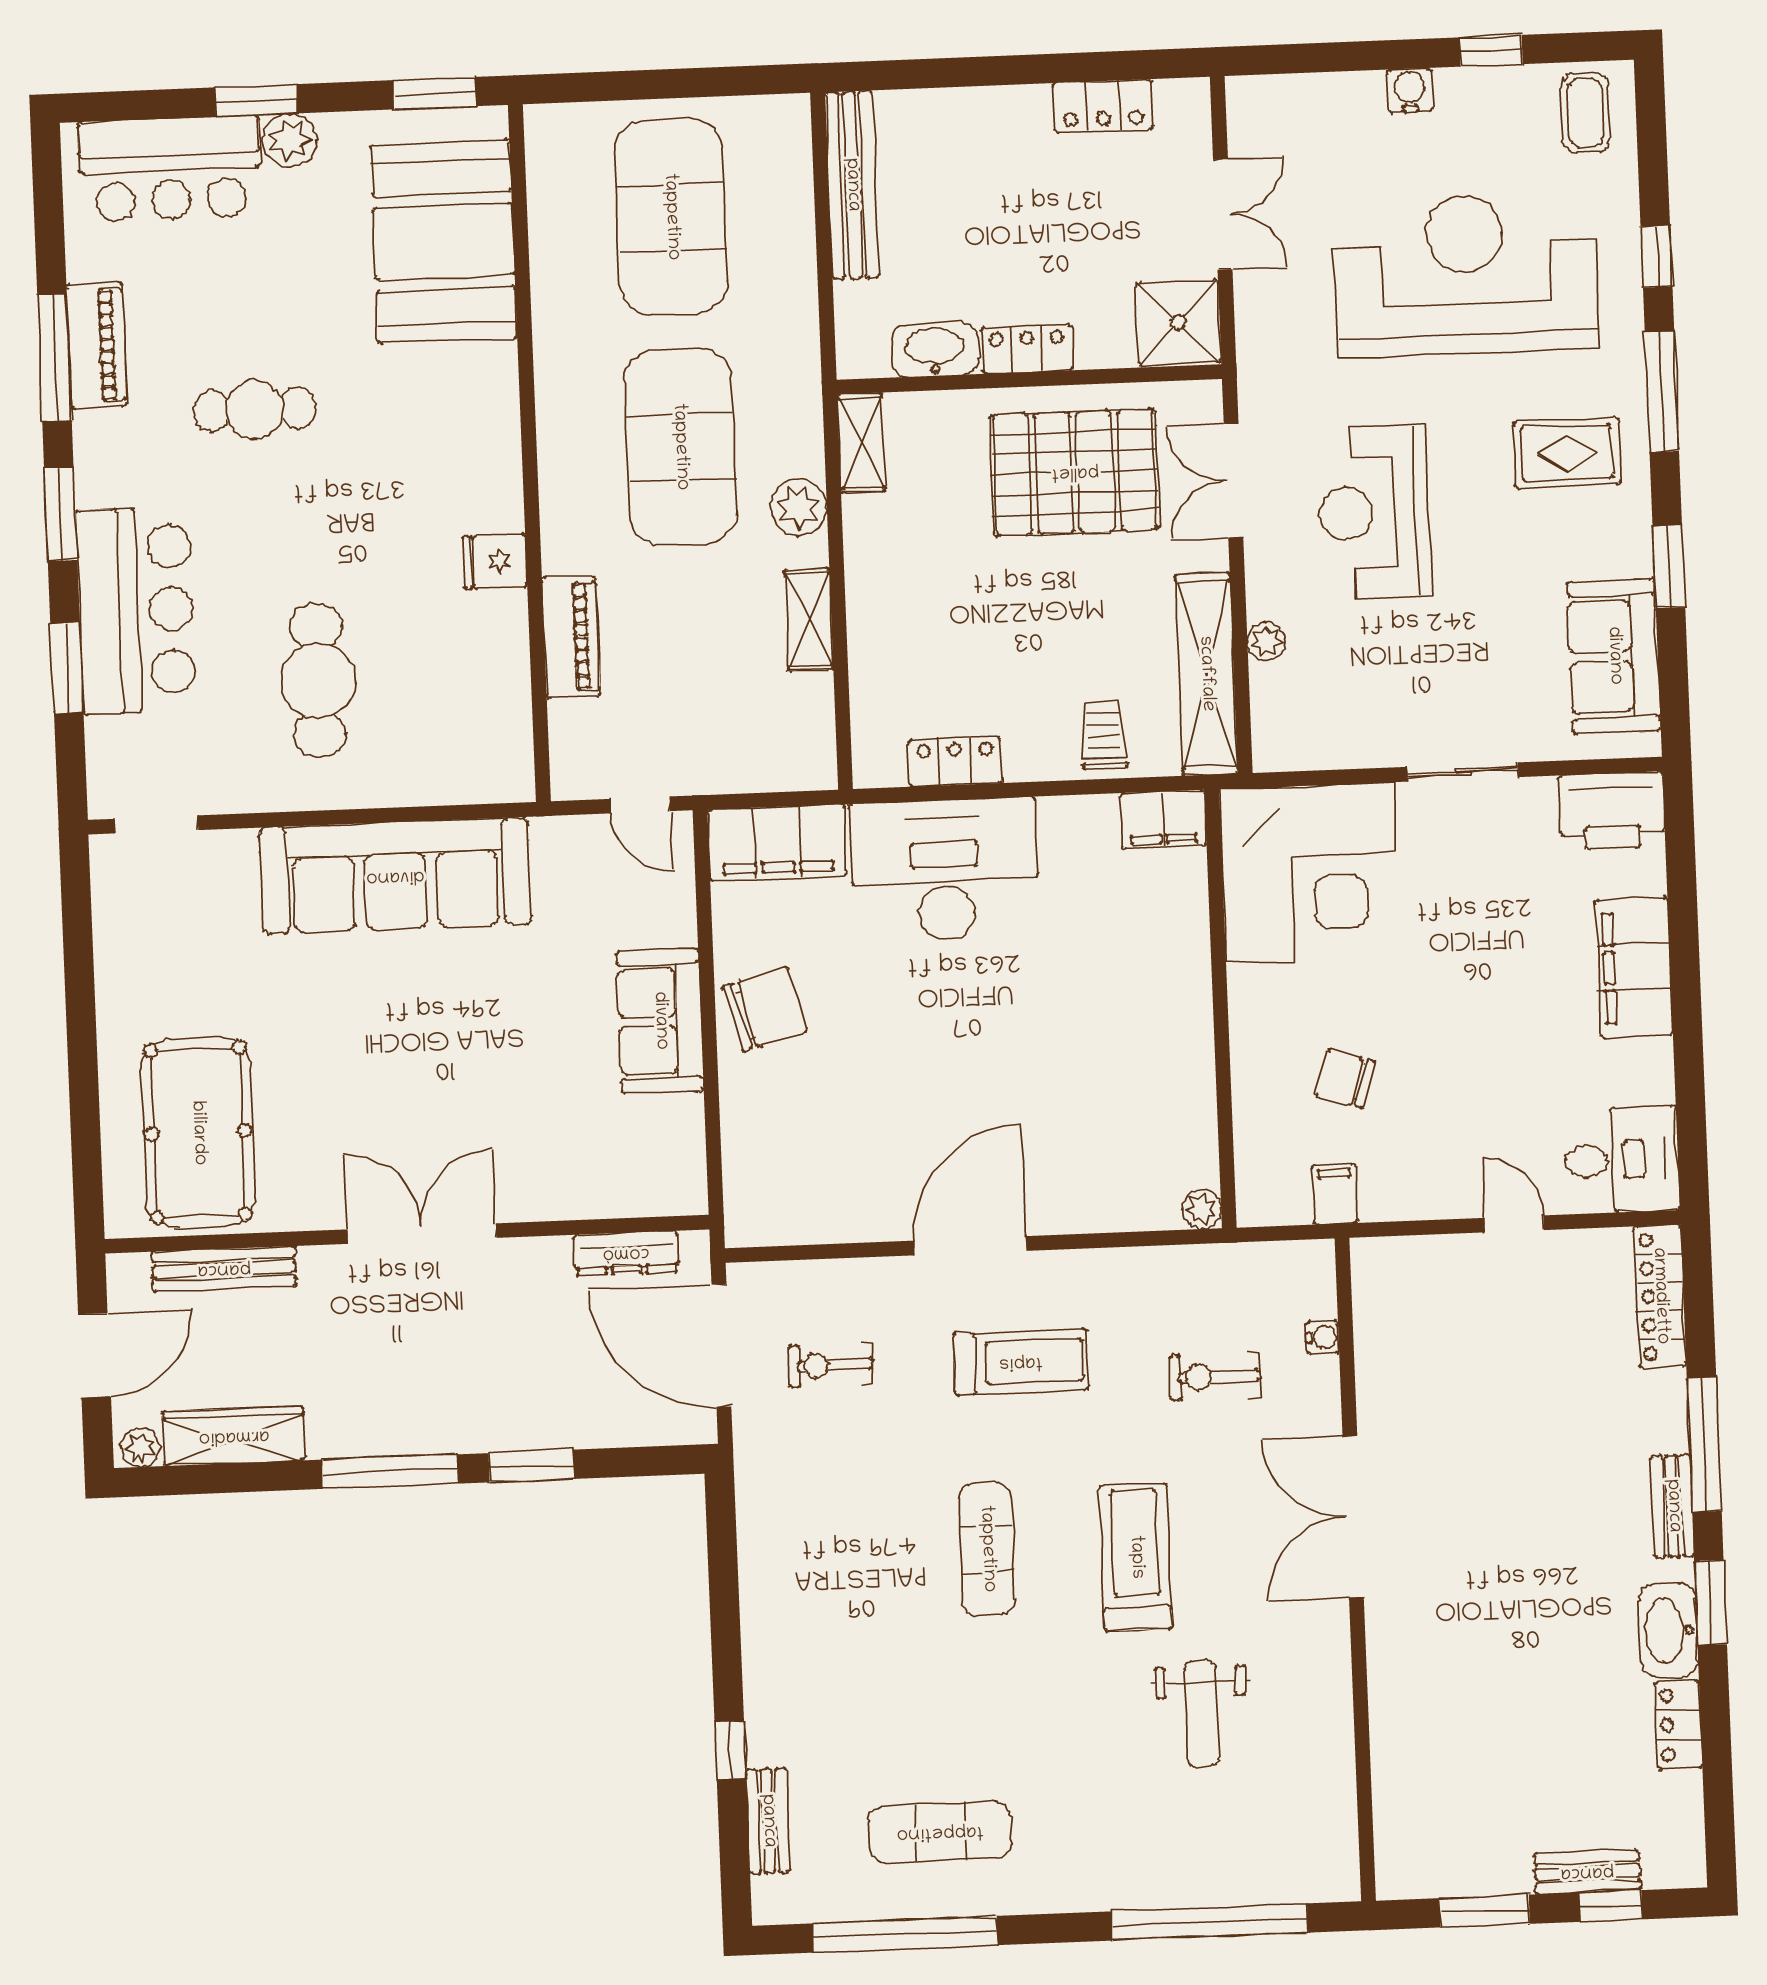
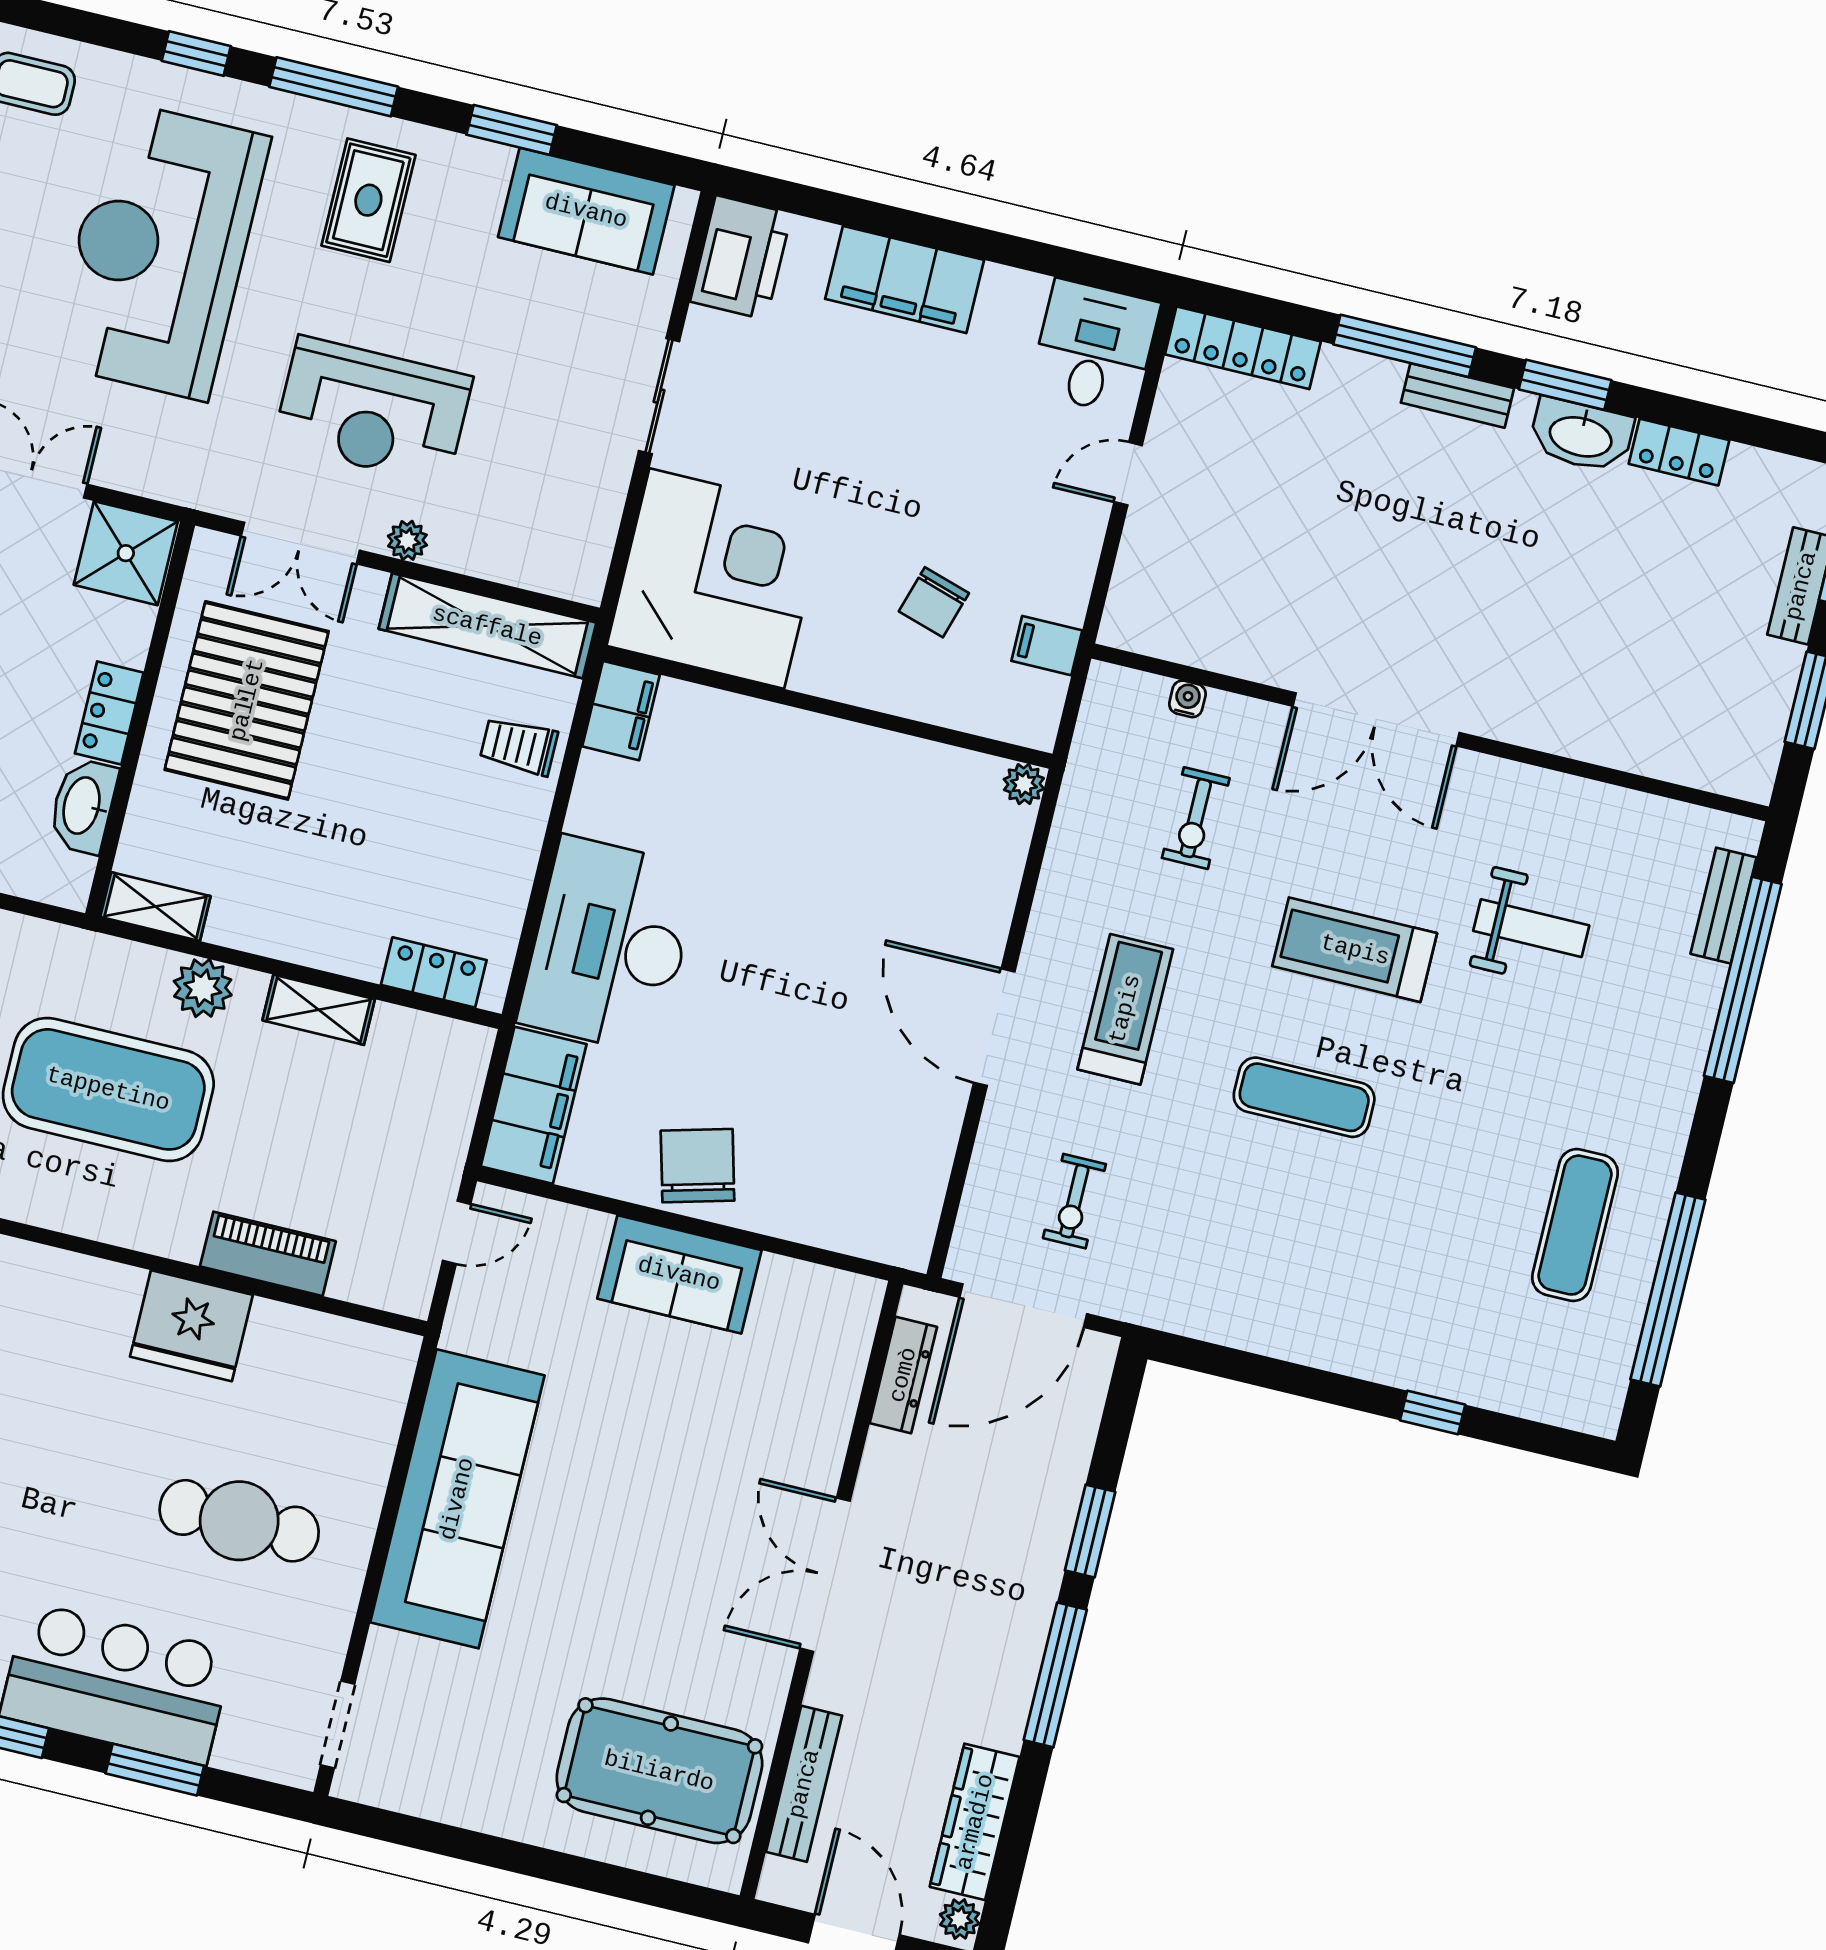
fridge: (495, 561) -> (191, 1326), width x1.88, depth x1.34
plant: (1266, 641) -> (407, 540), moved
locker: (955, 762) -> (434, 972), moved, turned 90
bench: (768, 1821) -> (1724, 906), moved, turned 90

